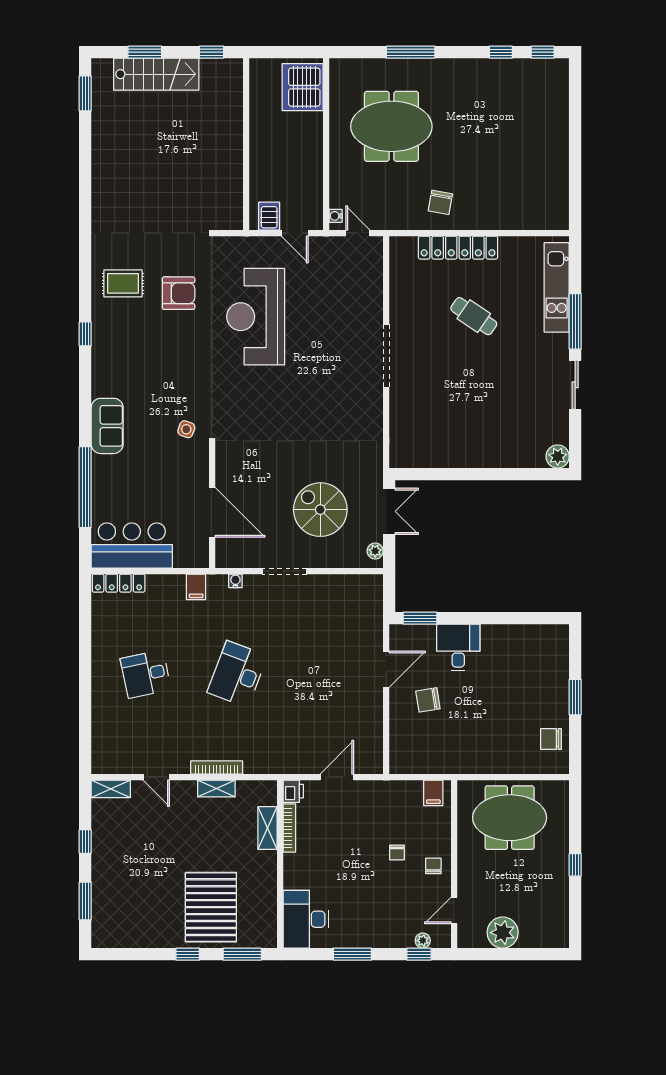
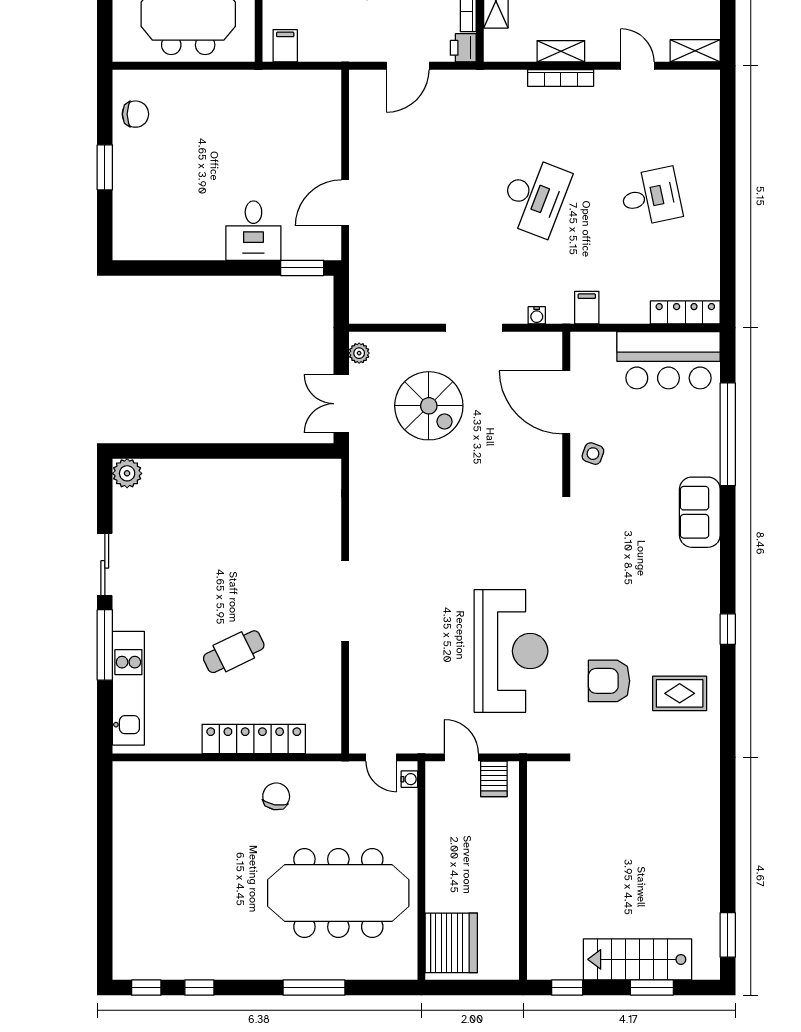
meeting table: (391, 126) -> (338, 893), width x1.36
cafe table: (474, 316) -> (234, 652), turned -60
side table: (186, 429) -> (593, 454), moved
chair: (428, 700) -> (292, 164), removed

